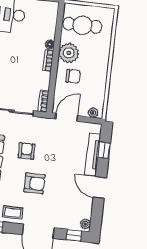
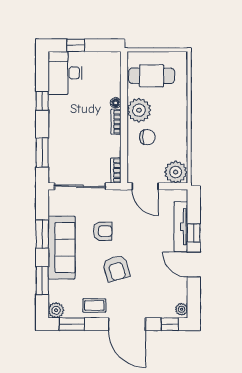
plant: (93, 113) -> (176, 172), width x1.87, depth x1.87
door: (67, 117) -> (145, 186), swing flipped
window: (104, 150) -> (194, 233), moved
armchair: (27, 151) -> (103, 231), turned 90
armchair: (34, 183) -> (116, 268), turned 74

